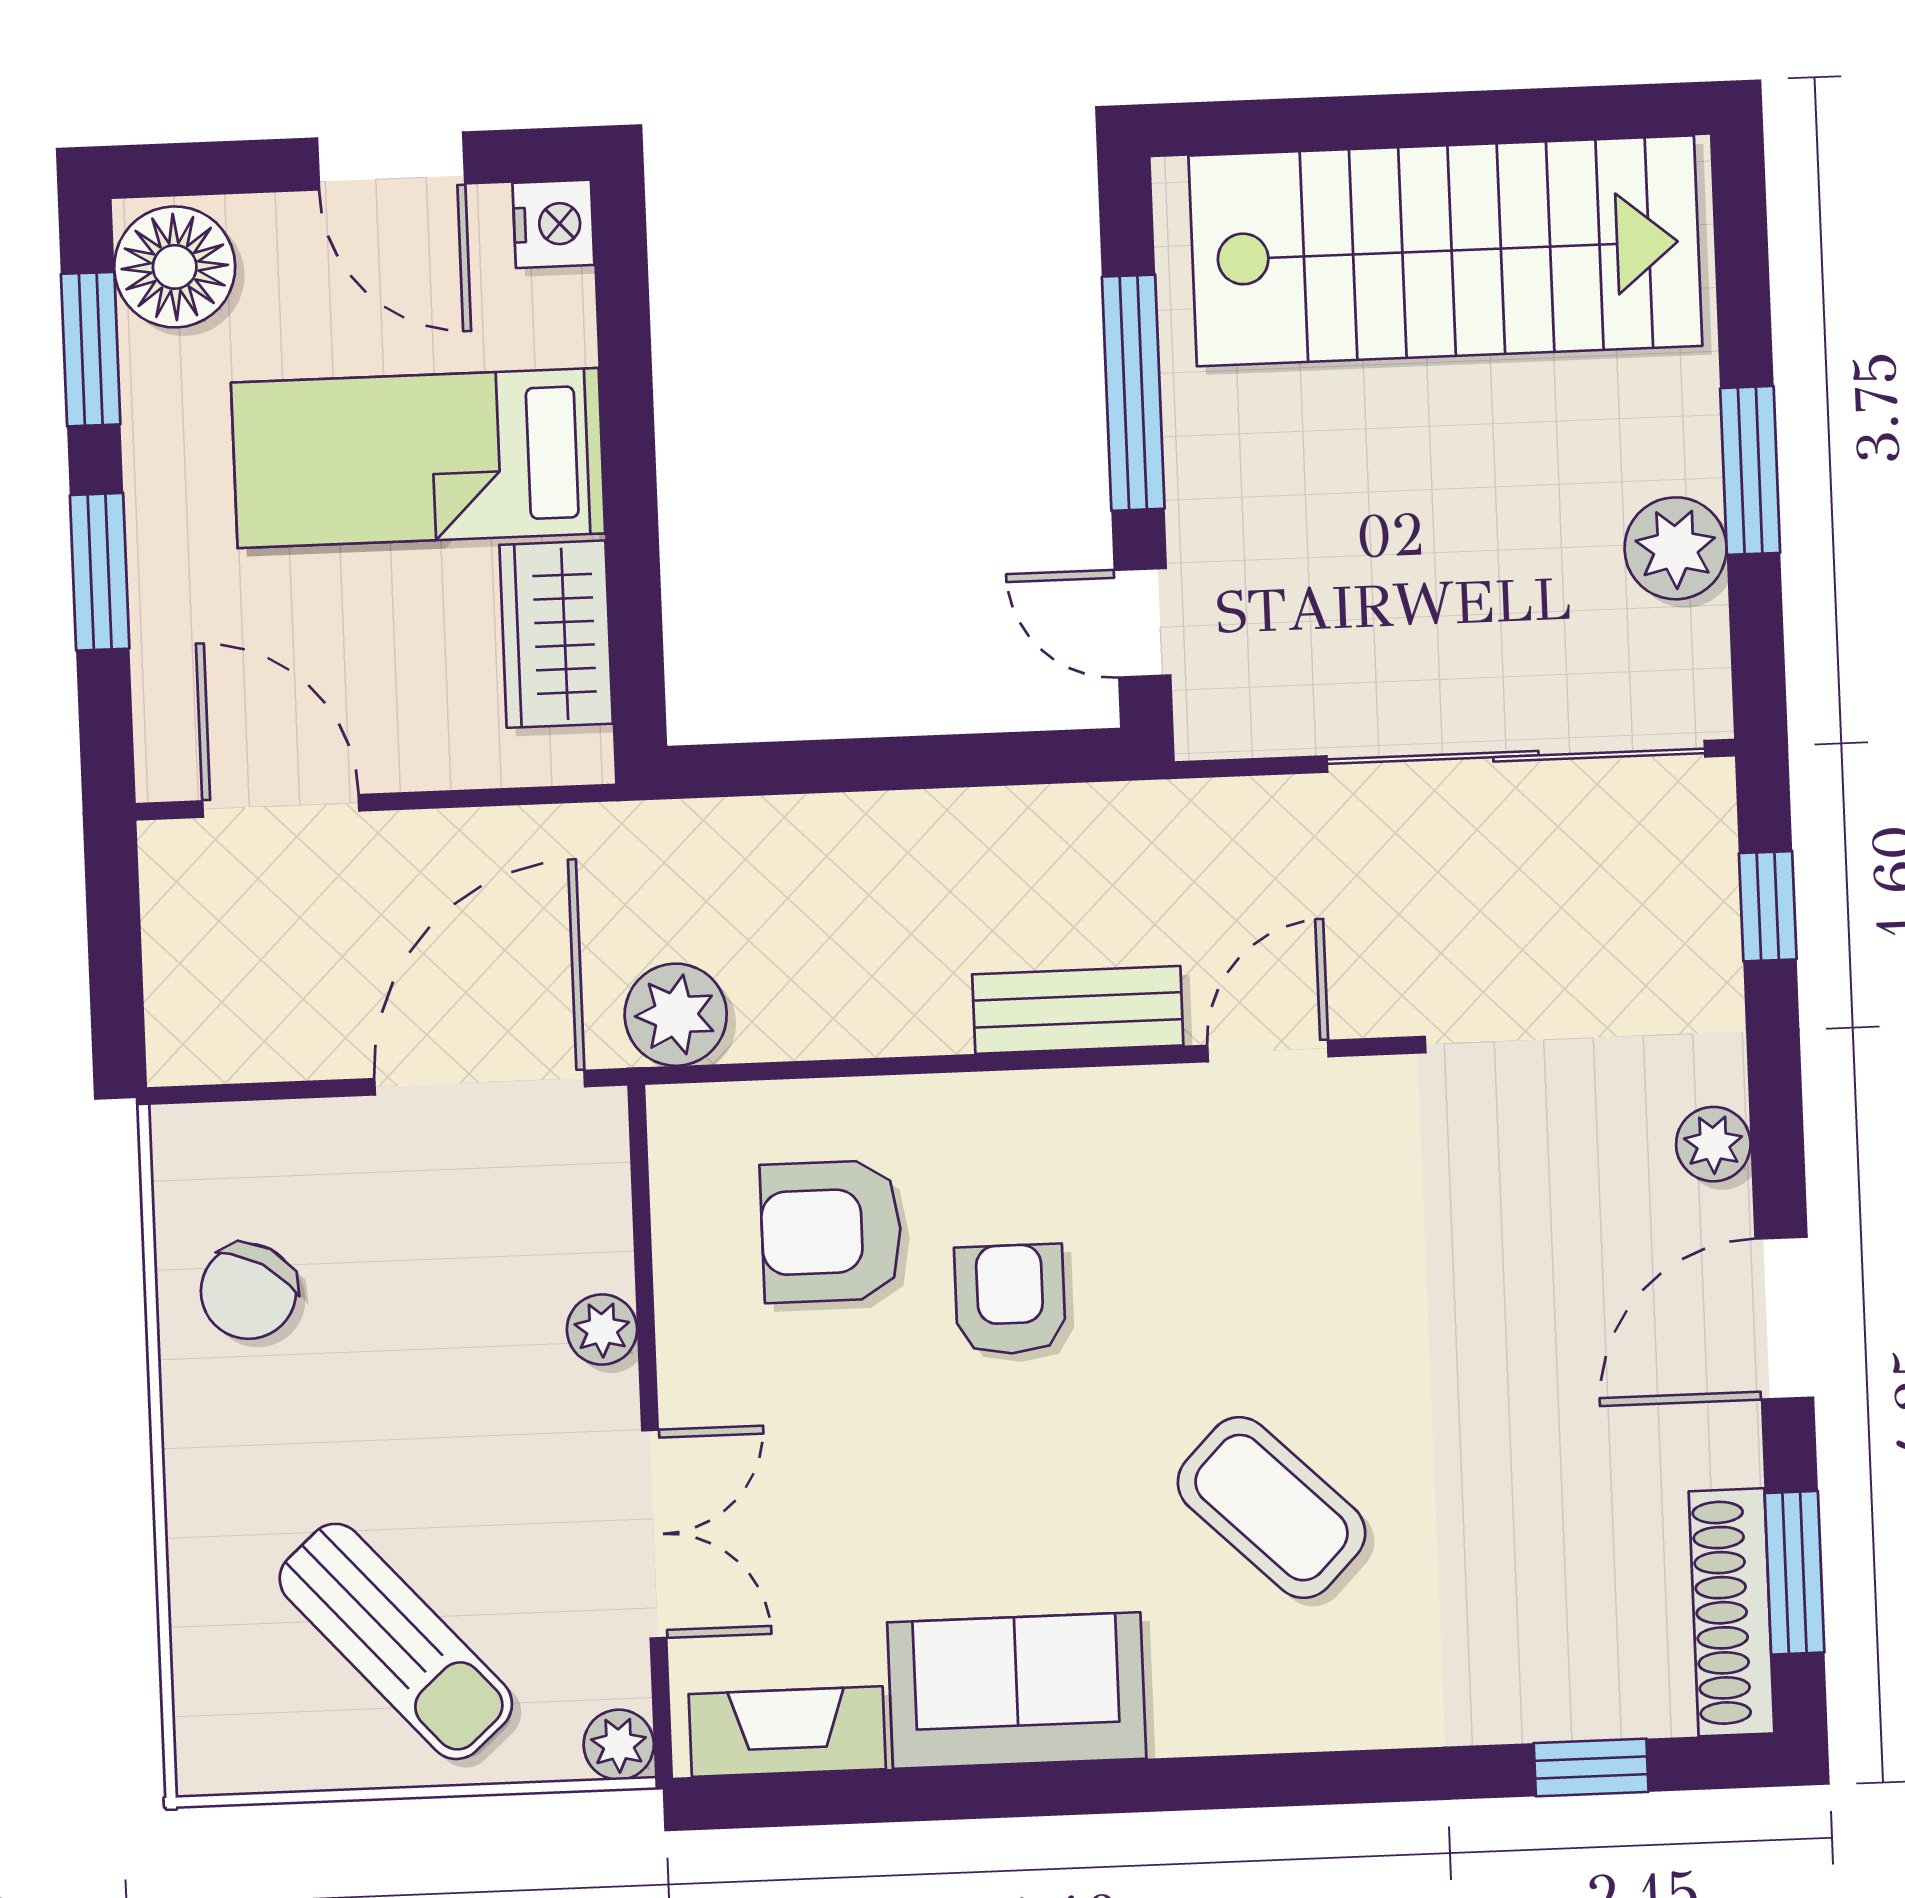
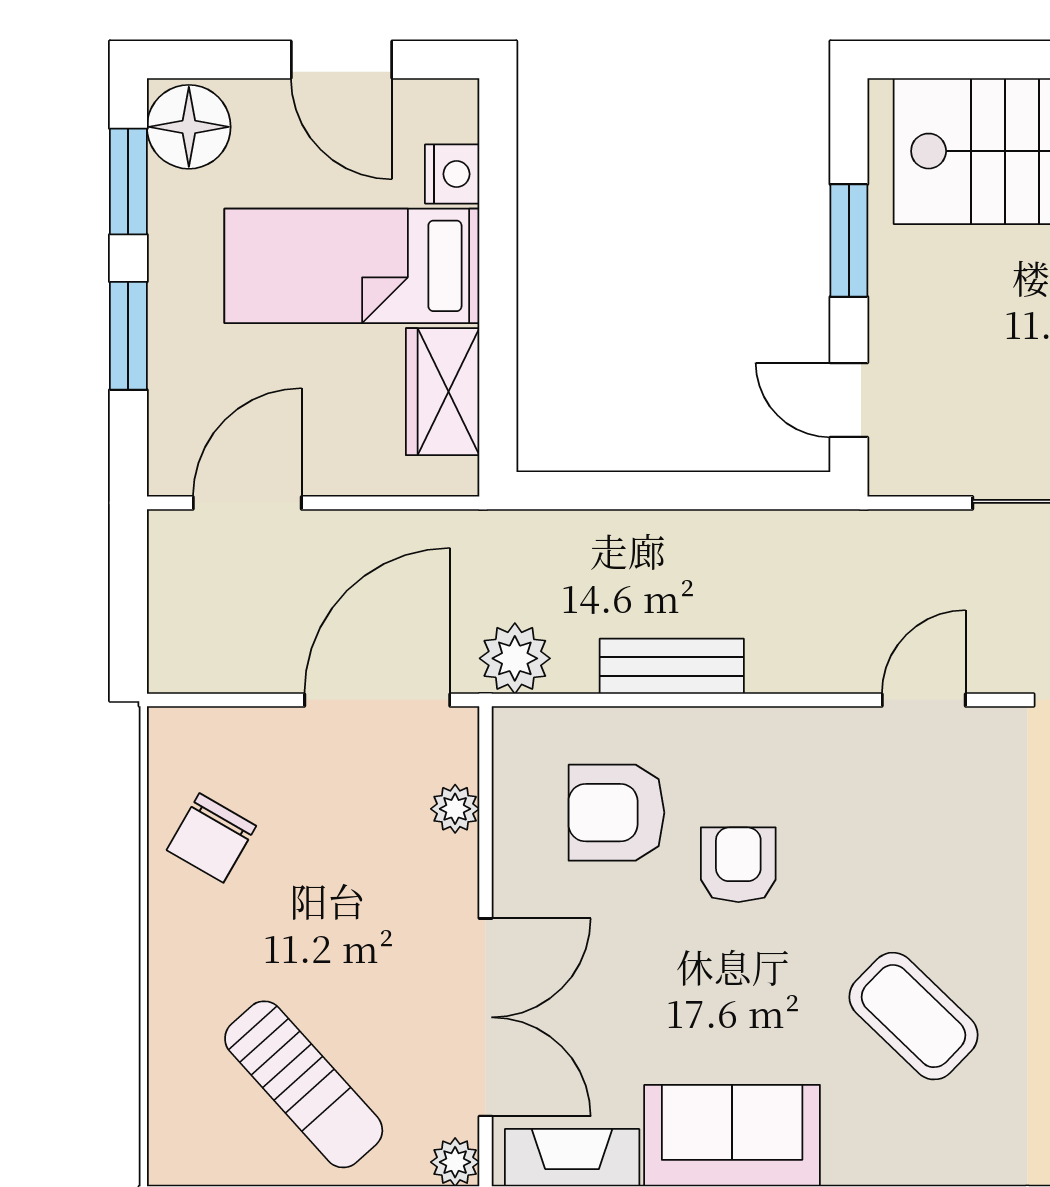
nightstand: (553, 224) -> (452, 174), moved
window: (1133, 393) -> (849, 241), width x0.69
door: (281, 806) -> (247, 503), hinge flipped
bench: (1078, 1010) -> (672, 666), moved
plant: (602, 1329) -> (455, 809), moved
double door: (654, 1534) -> (486, 1017), width x1.37

